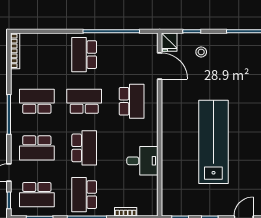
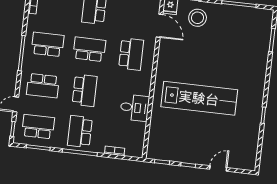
stool: (201, 52) -> (198, 18), width x1.89, depth x1.89
lab bench: (213, 142) -> (199, 98), turned 90
school desk: (37, 195) -> (38, 127), turned 180

